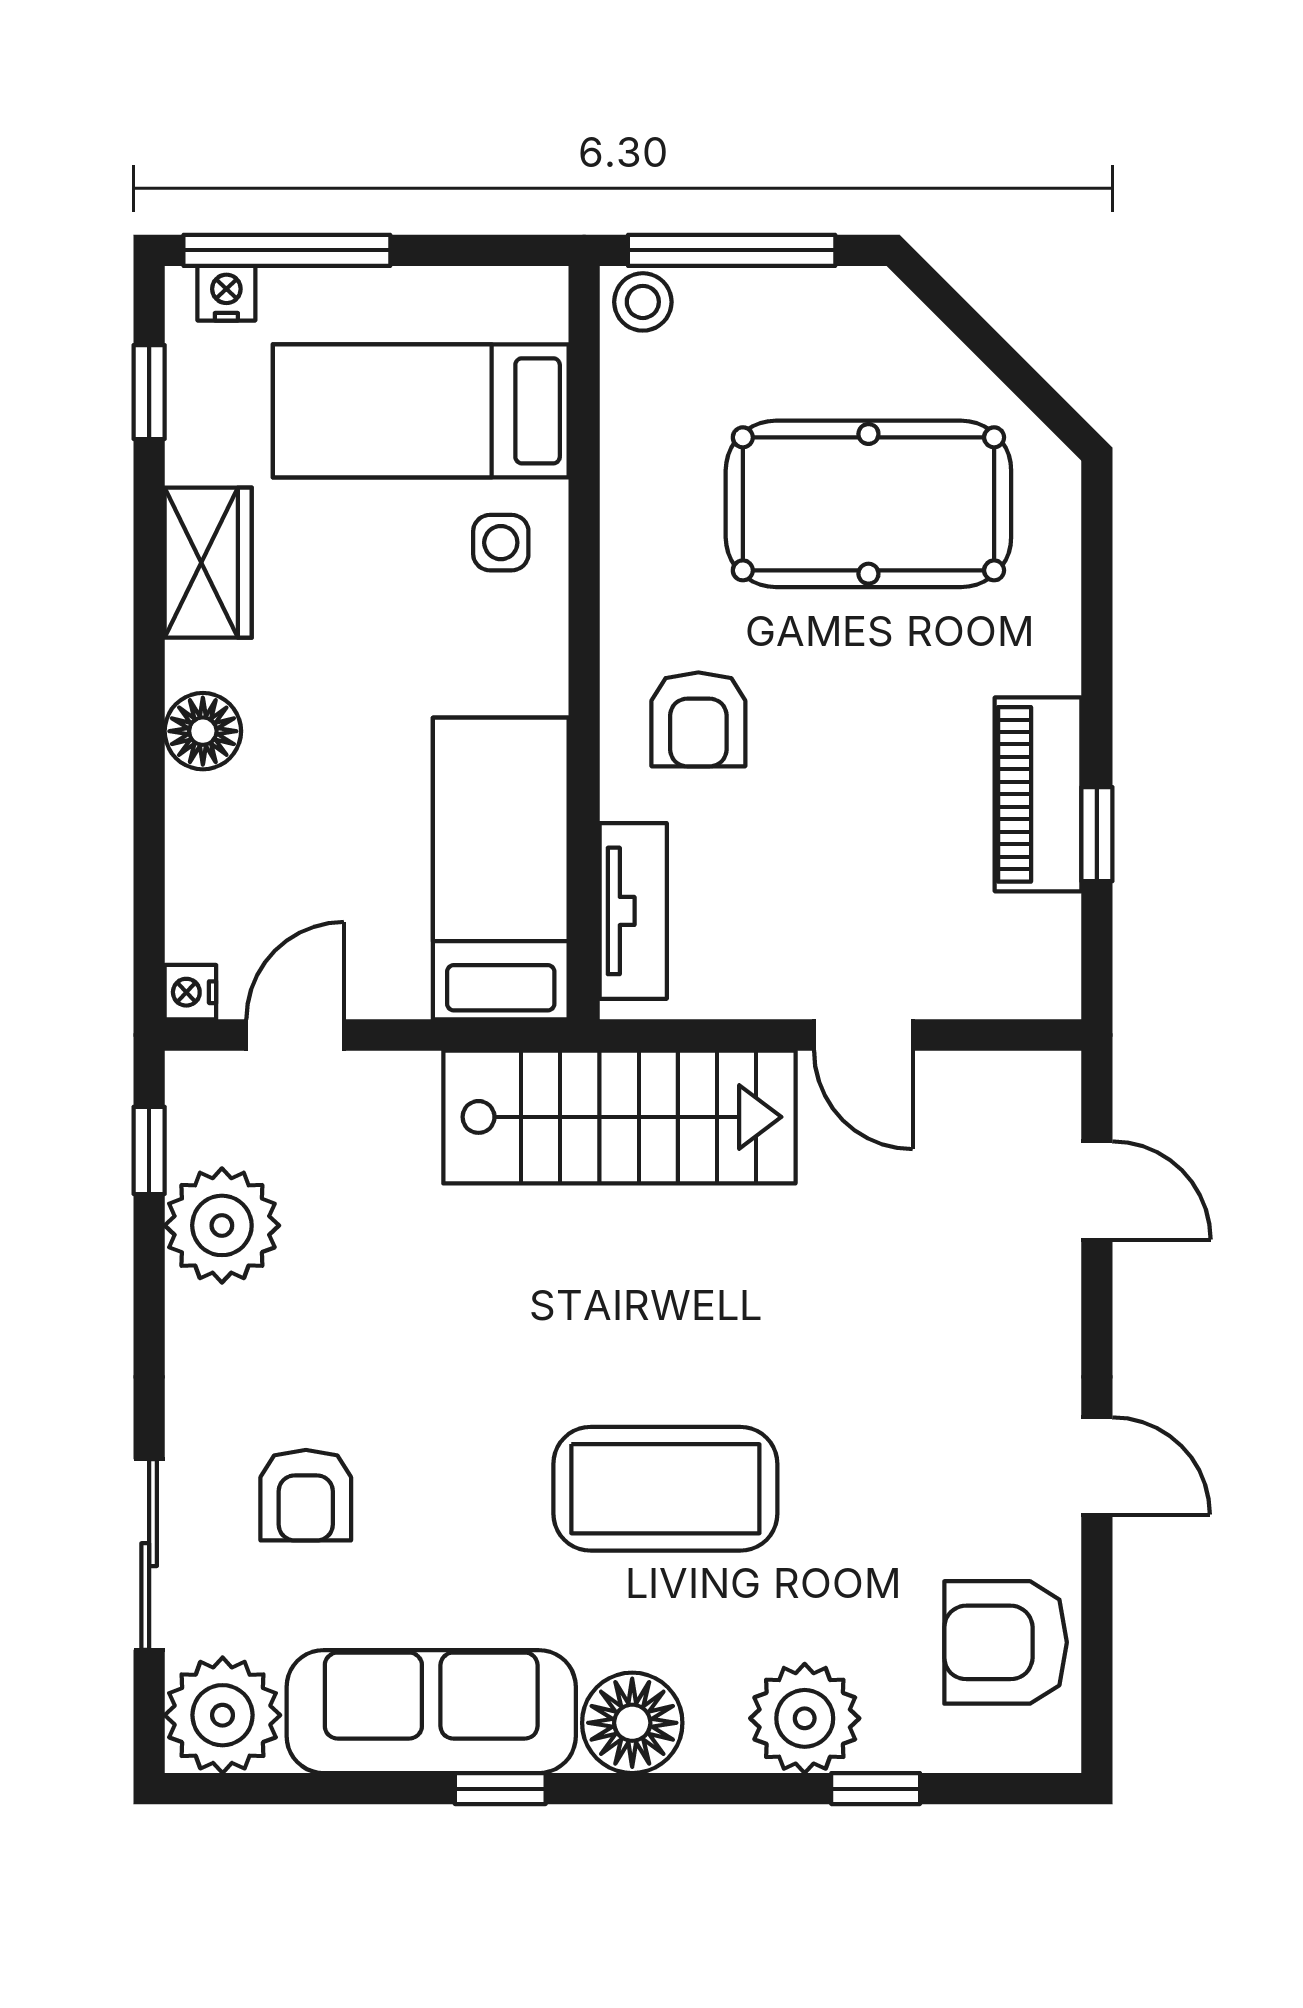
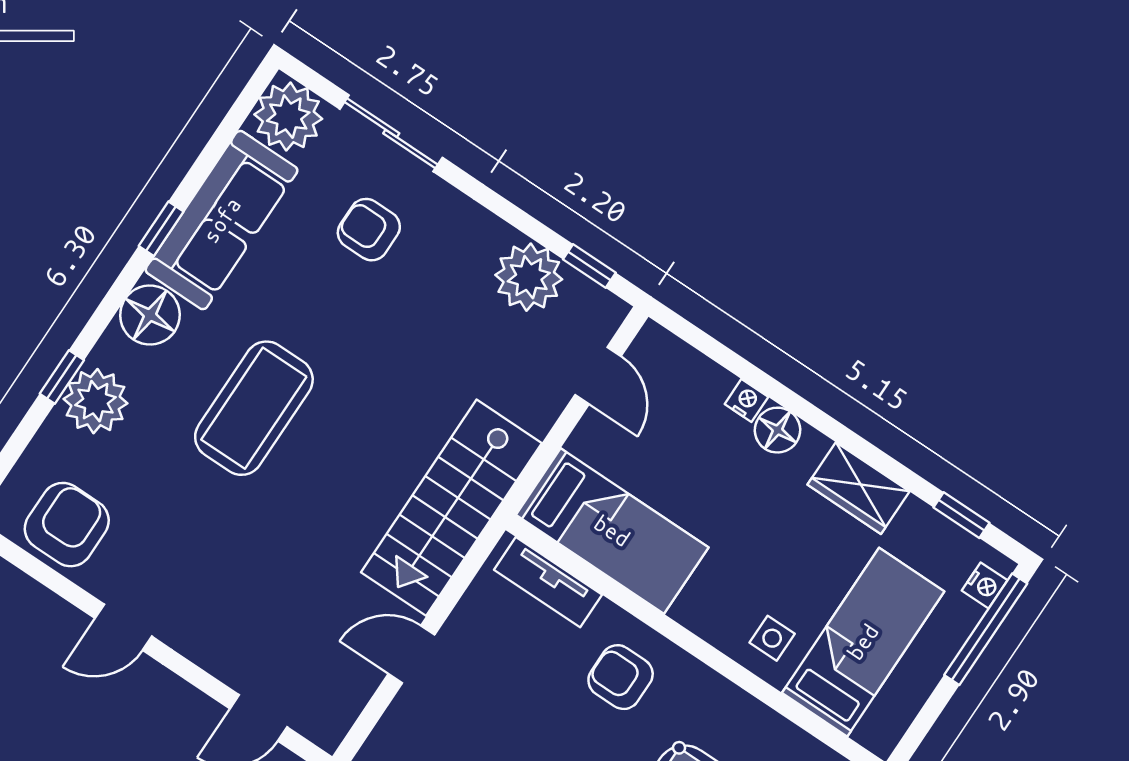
nightstand: (190, 992) -> (746, 400), moved
window: (876, 1789) -> (62, 377), moved

